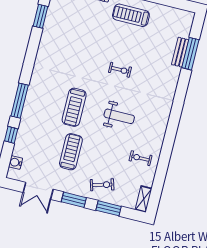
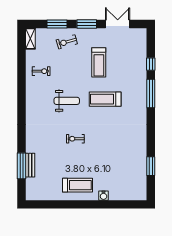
treadmill: (74, 107) -> (105, 99), turned -90
weight bench: (119, 116) -> (67, 101), turned 180
water cooler: (16, 162) -> (142, 43), removed

